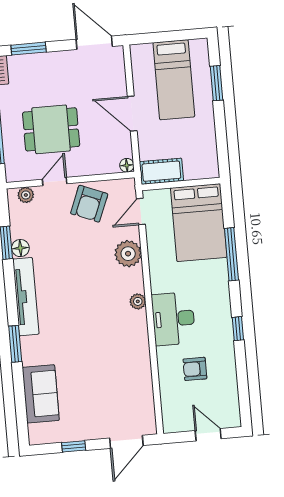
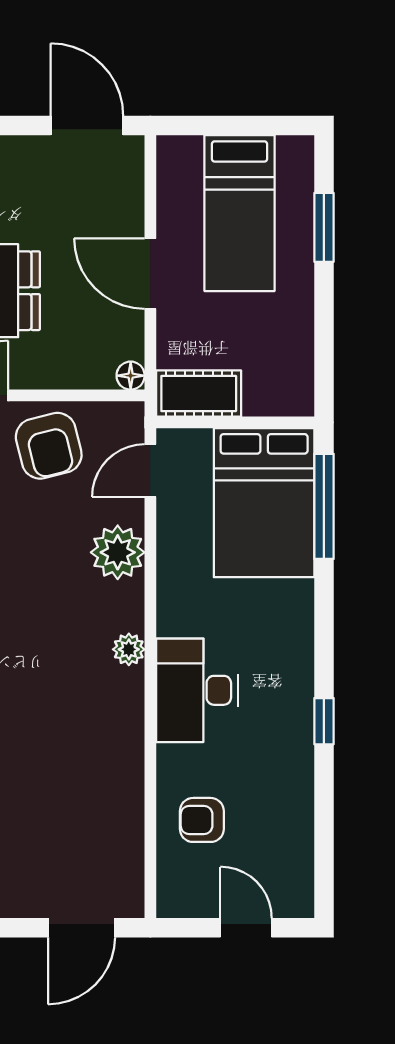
armchair: (89, 204) -> (49, 446), turned -36
window: (231, 254) -> (324, 506), moved
armchair: (195, 369) -> (202, 820), moved

